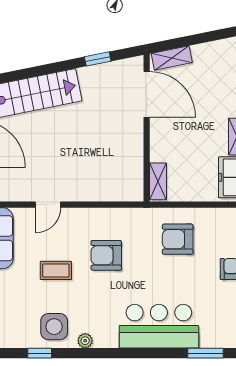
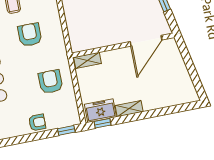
shelving: (172, 58) -> (174, 53), removed

